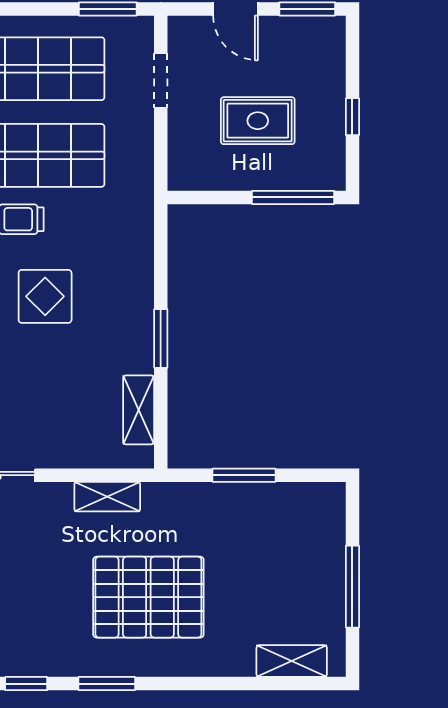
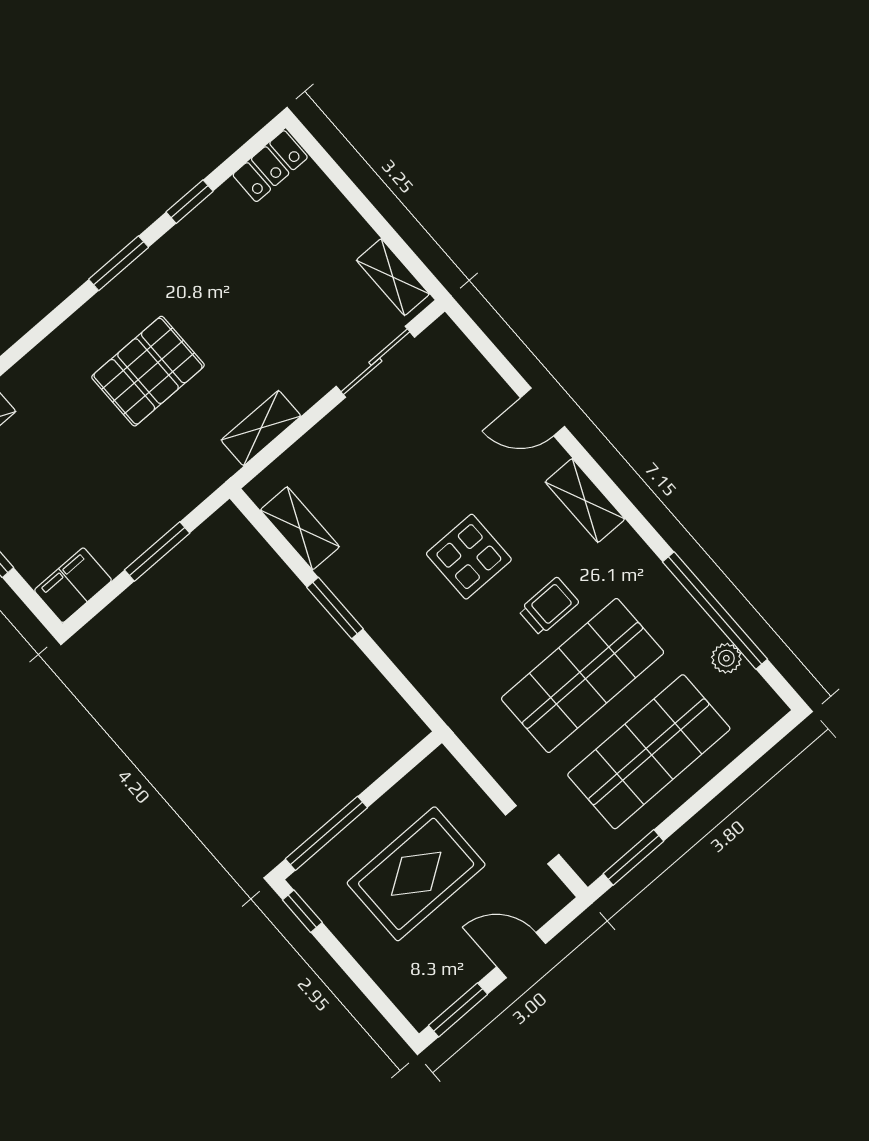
window: (352, 117) -> (302, 911), moved
rug: (258, 121) -> (416, 874), width x1.36, depth x1.43
filing cabinet: (317, 501) -> (73, 585), added
pallet: (148, 597) -> (148, 371), width x0.73, depth x0.71

